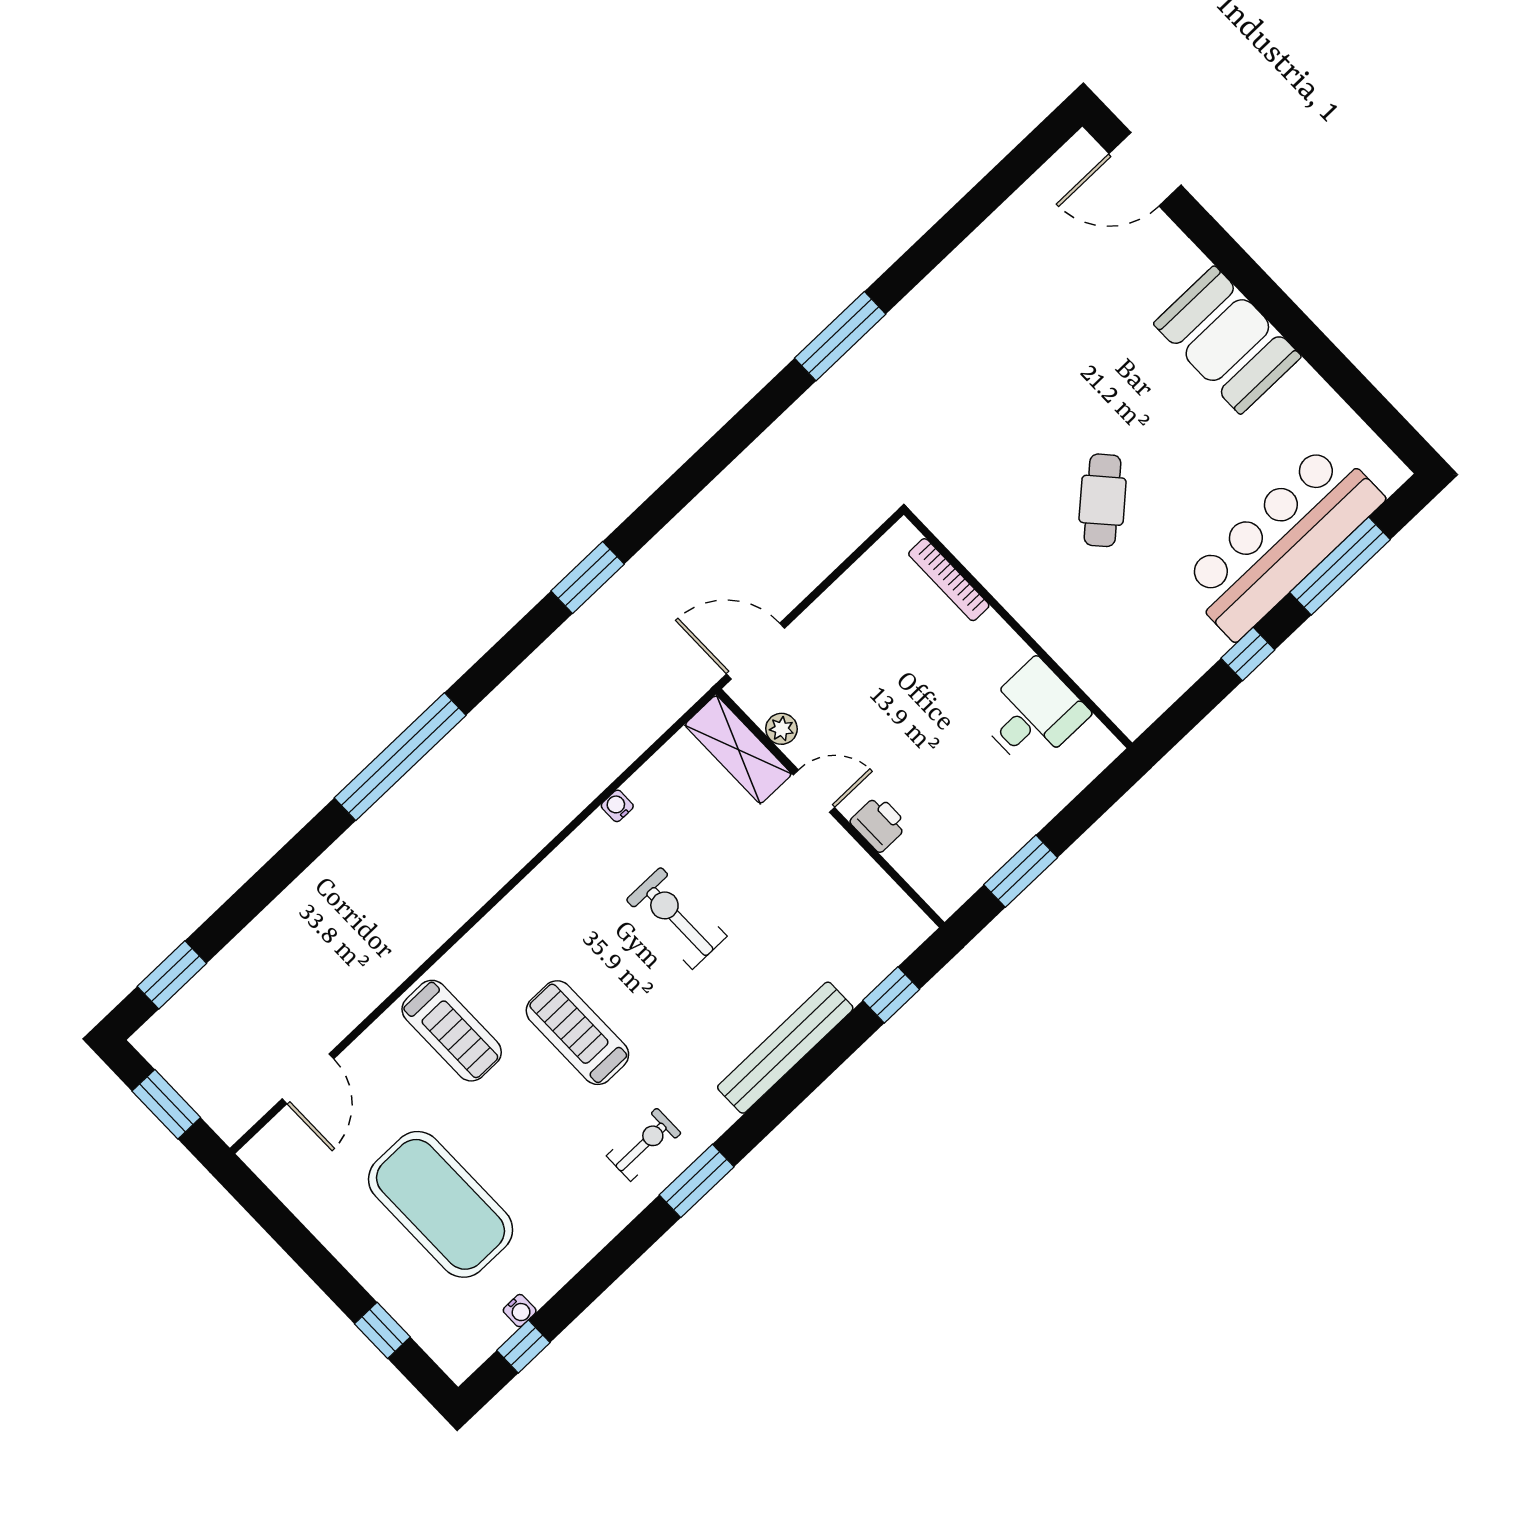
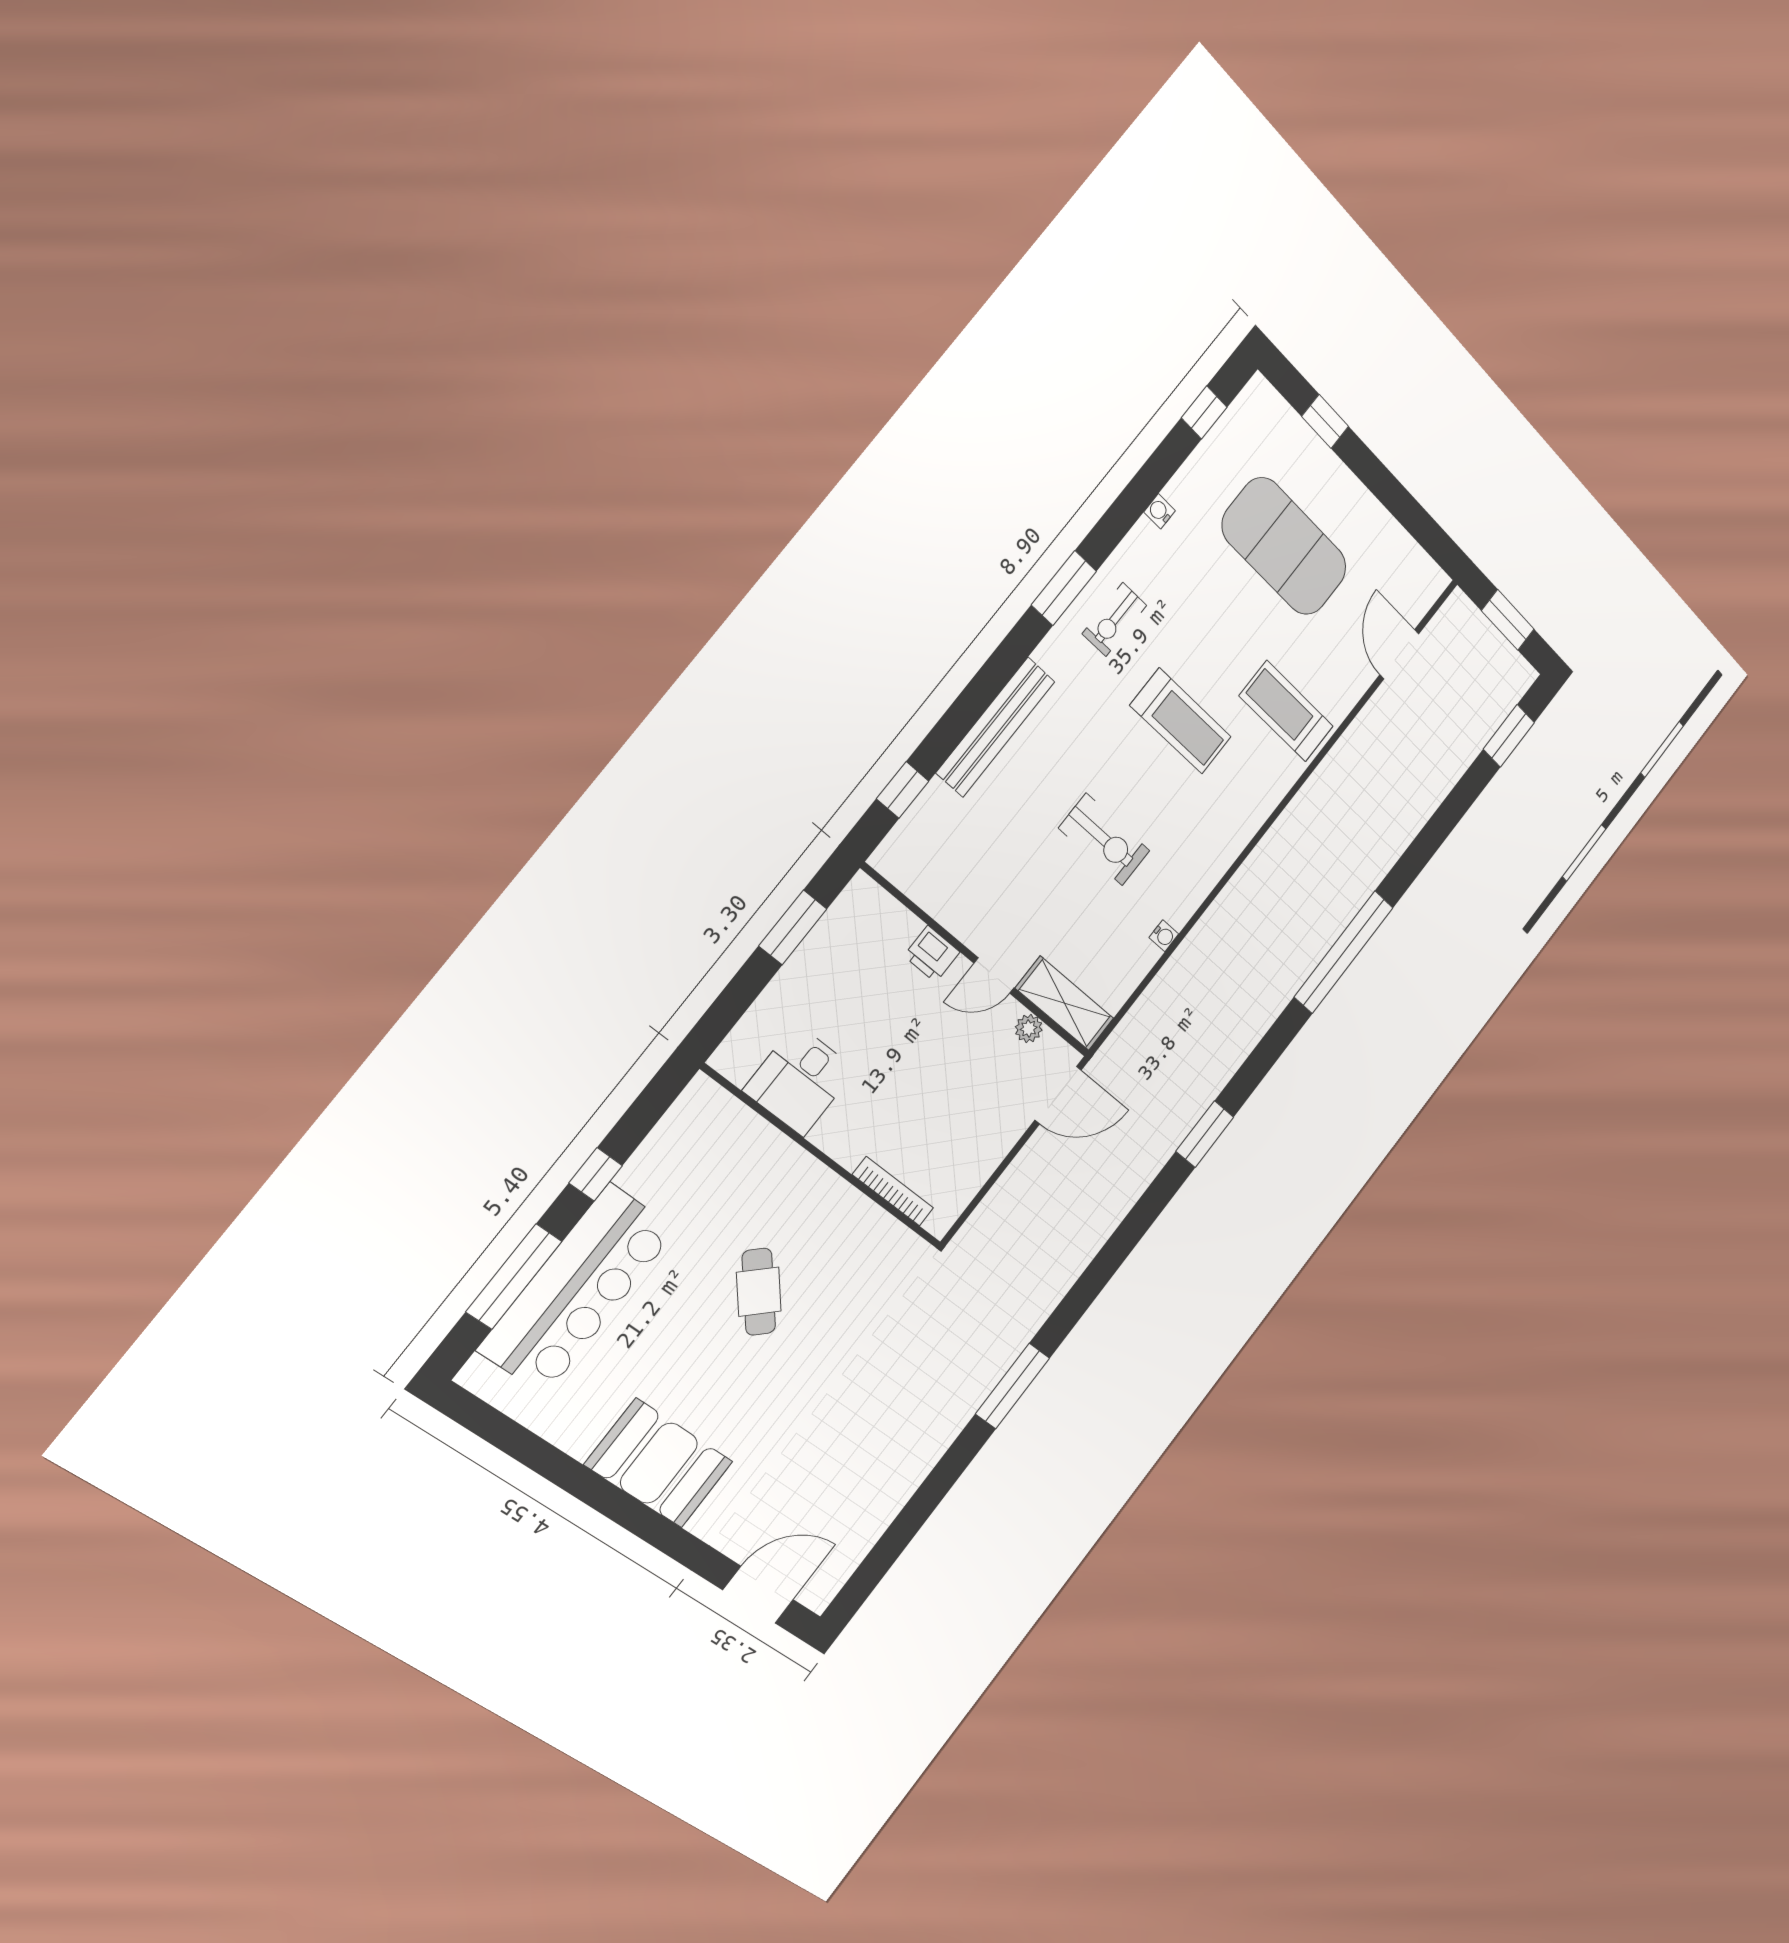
water cooler: (520, 1311) -> (1160, 511), moved

